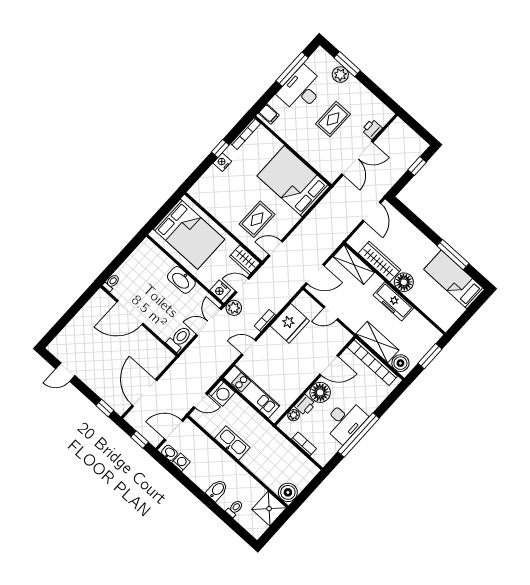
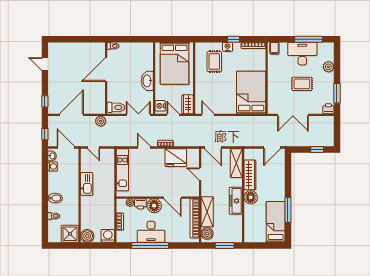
window: (347, 64) -> (337, 93), moved
printer: (372, 129) -> (328, 109), moved
rug: (257, 219) -> (214, 62), moved, turned 90
plant: (234, 308) -> (101, 121), moved
door: (130, 313) -> (106, 70), hinge flipped
washing machine: (222, 393) -> (108, 236), moved, turned 180

